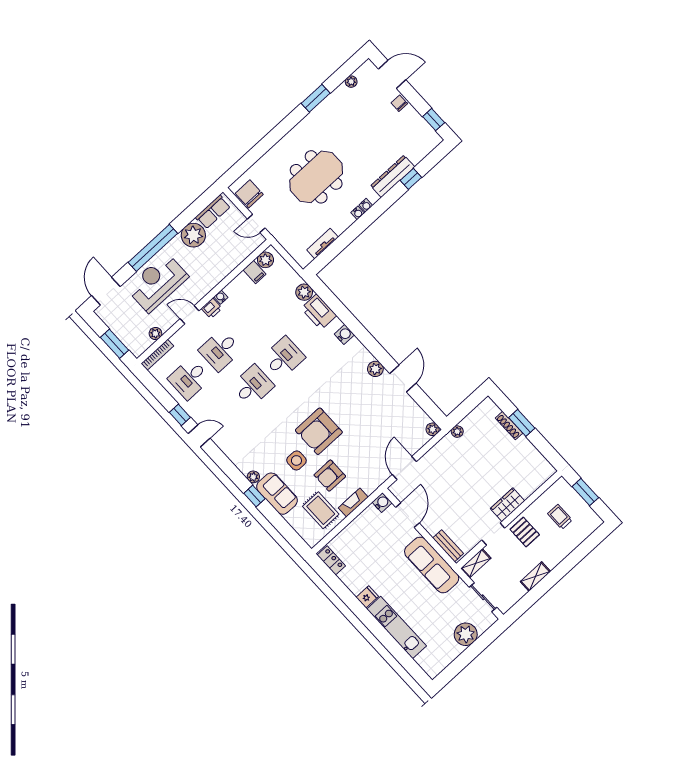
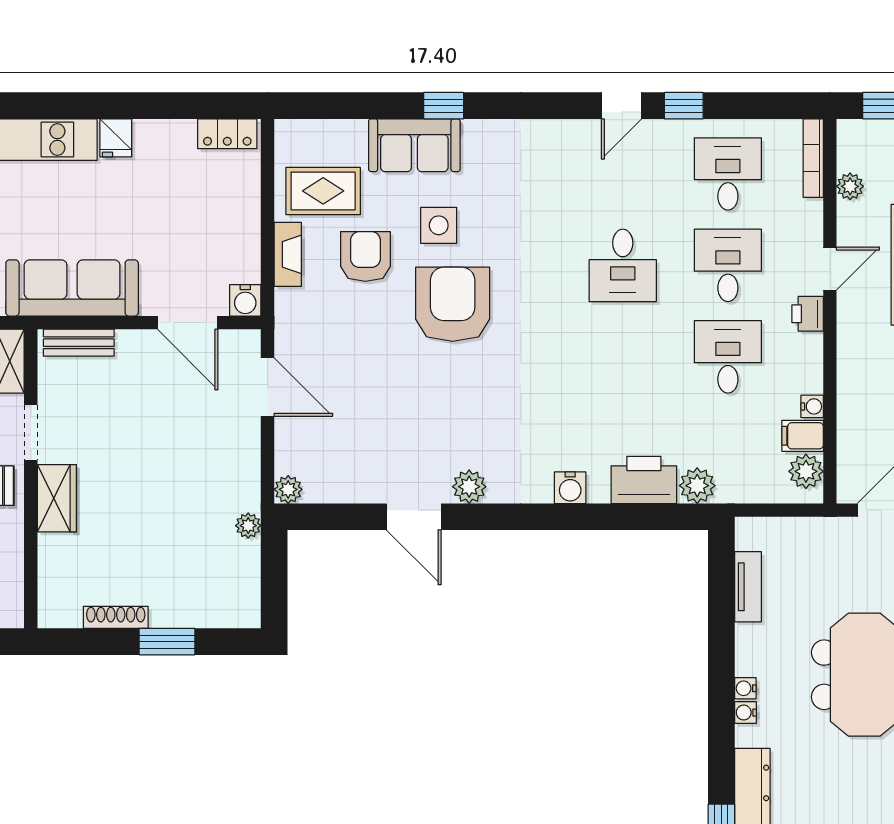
water cooler: (221, 297) -> (812, 406), moved
desk: (284, 357) -> (728, 357), moved, turned 180
shoe rack: (509, 426) -> (116, 617), moved
plant: (253, 477) -> (476, 132), removed

